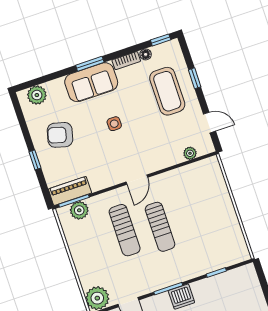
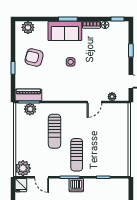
coffee table: (167, 91) -> (111, 53), removed
door: (137, 180) -> (94, 102), moved
sun lounger: (160, 227) -> (77, 155), moved

